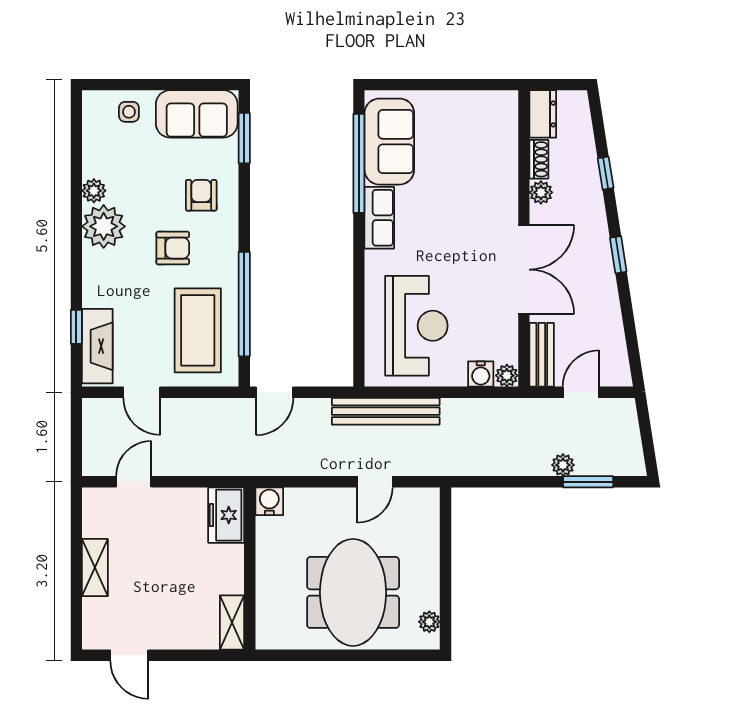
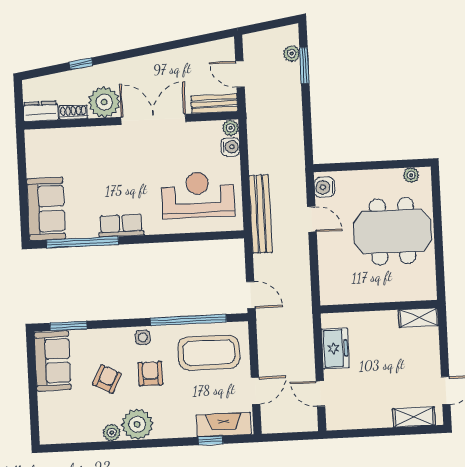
side table: (129, 112) -> (143, 337), moved
sofa: (389, 142) -> (46, 209), moved, turned 90
plant: (541, 192) -> (104, 102), width x1.88, depth x1.88
armchair: (201, 195) -> (107, 379), moved, turned 117
window: (618, 255) -> (139, 52), removed
plant: (563, 465) -> (292, 54), moved
water cooler: (269, 501) -> (324, 187), moved
freezer: (226, 515) -> (335, 348), moved, turned -90
shelving: (95, 568) -> (414, 417), moved

